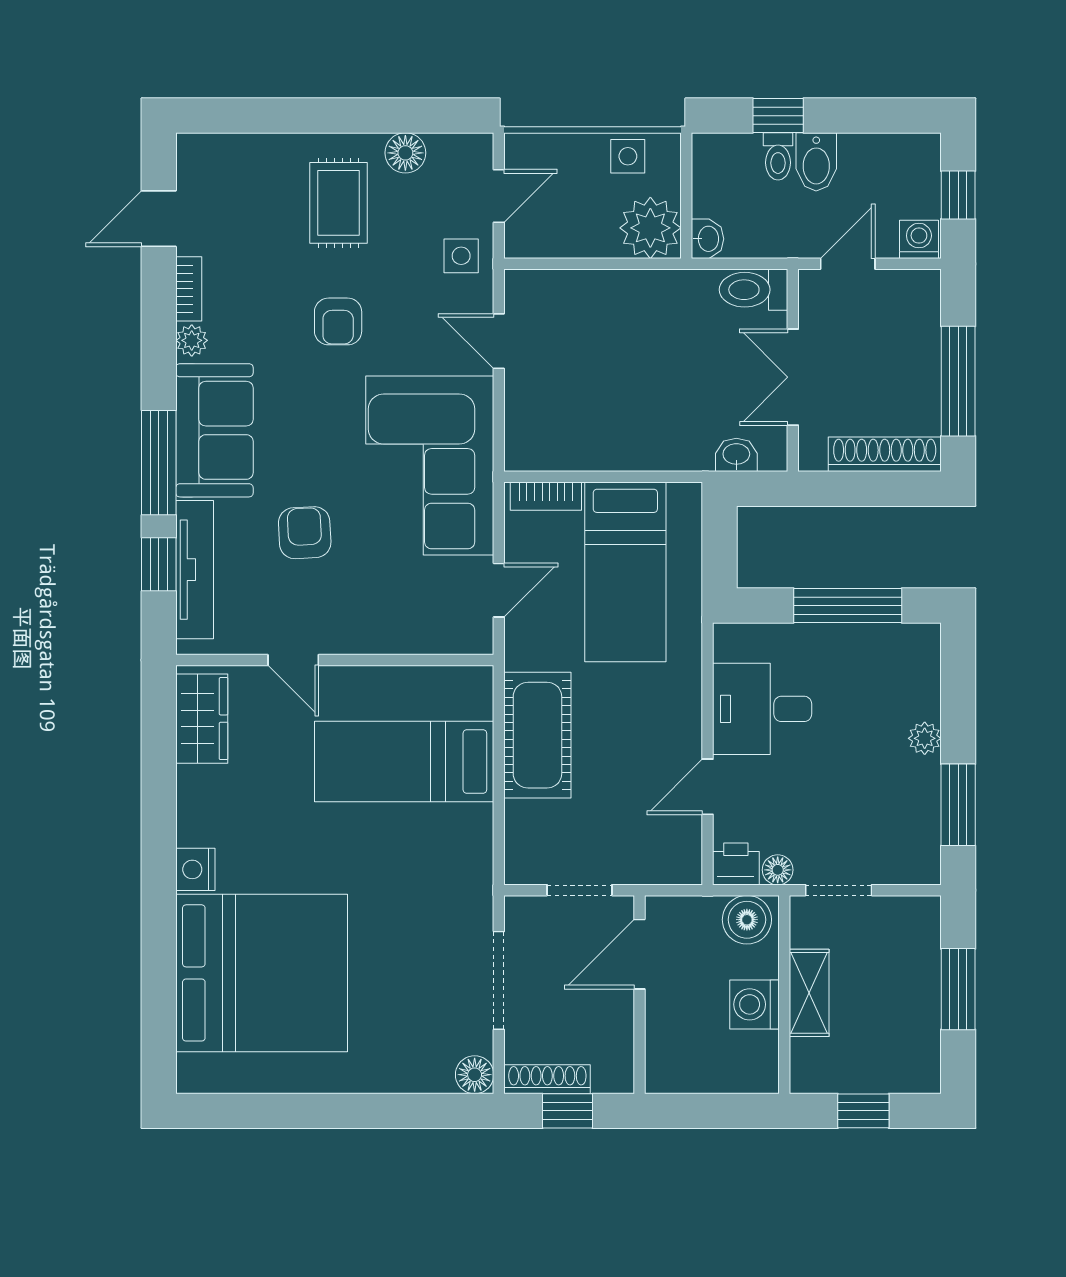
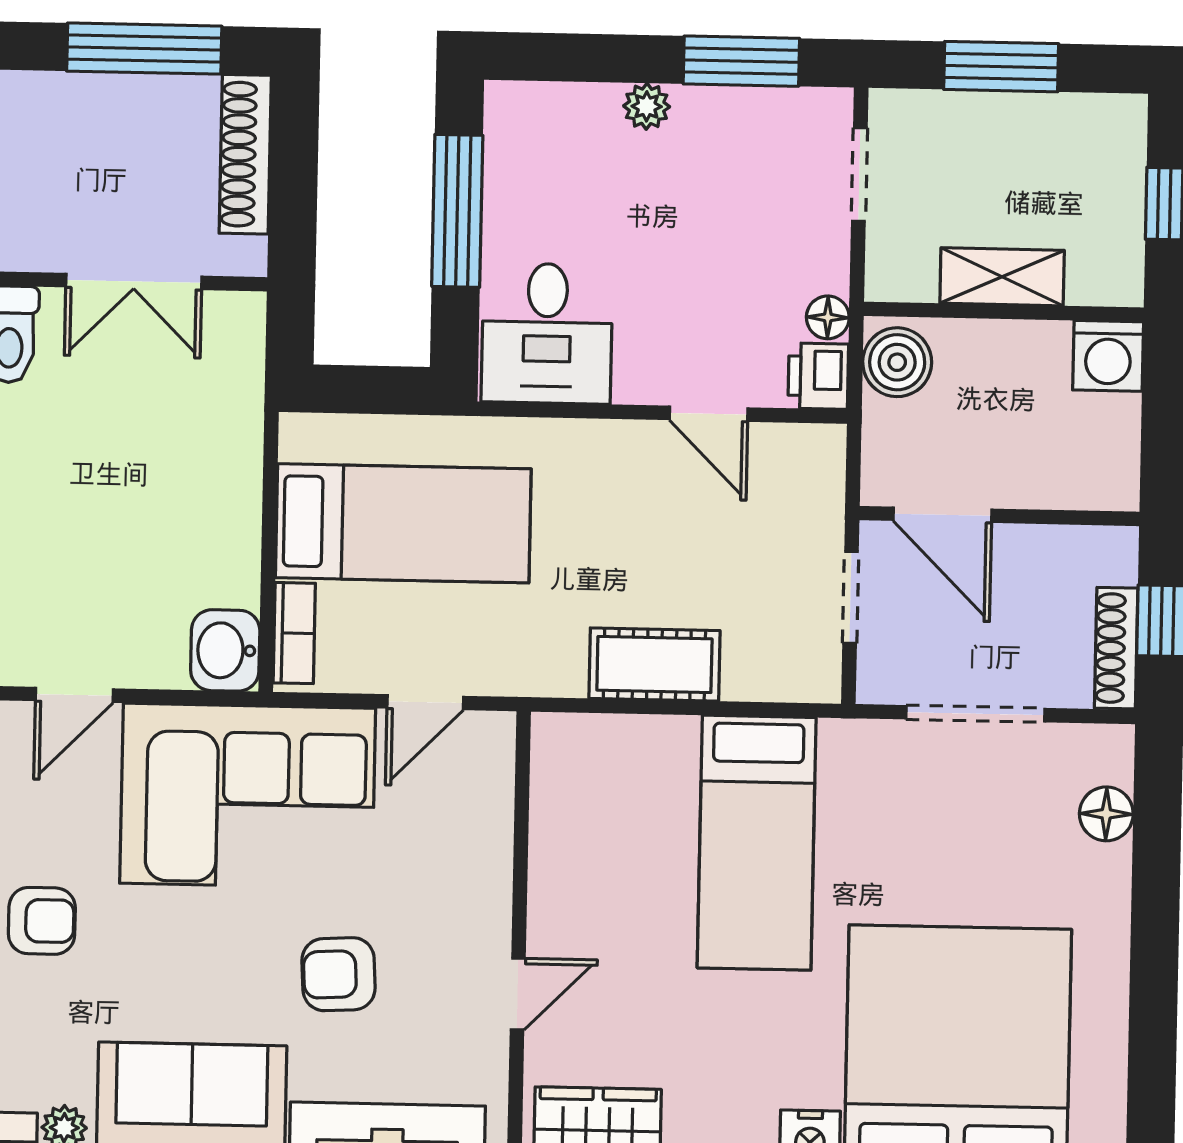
washbasin: (736, 455) -> (225, 650), moved, width x1.38, depth x1.45
door: (499, 590) -> (425, 702), swing flipped
desk: (762, 709) -> (547, 333), moved
cot: (537, 735) -> (654, 665), width x0.73, depth x0.75
bed: (404, 762) -> (757, 843), moved
doorway: (839, 890) -> (859, 175), moved
washing machine: (755, 1004) -> (1108, 356), moved
floor lamp: (475, 1075) -> (1106, 814), moved

